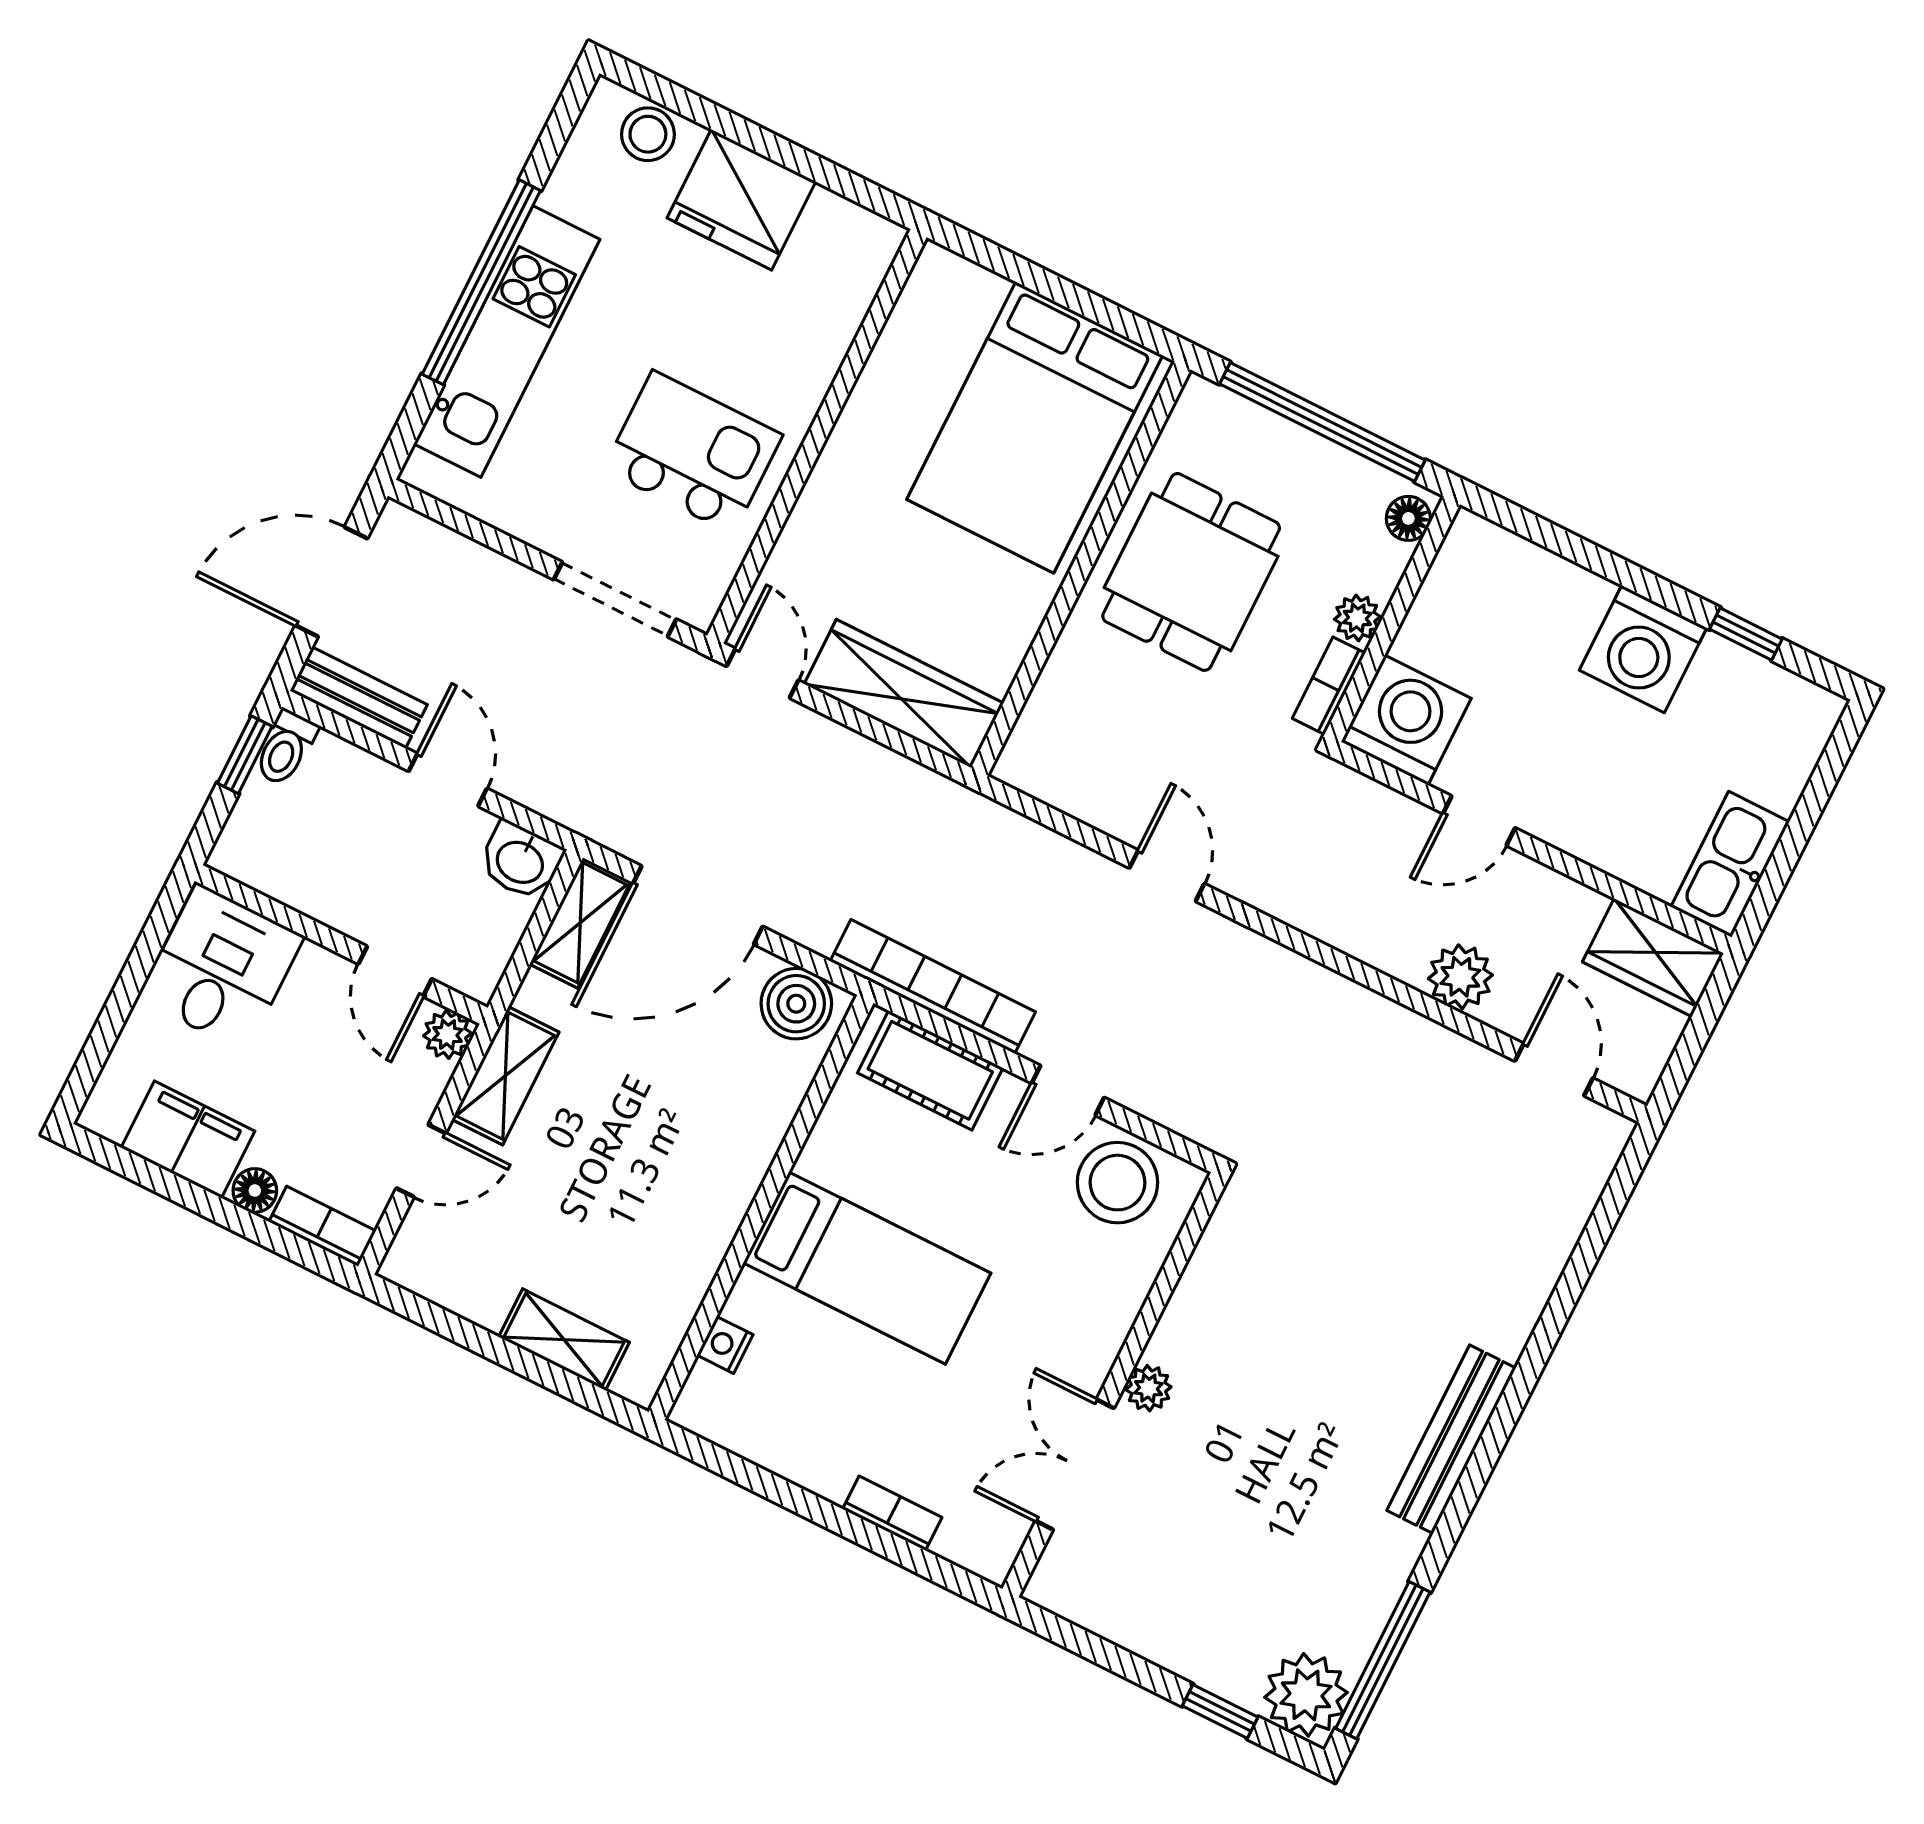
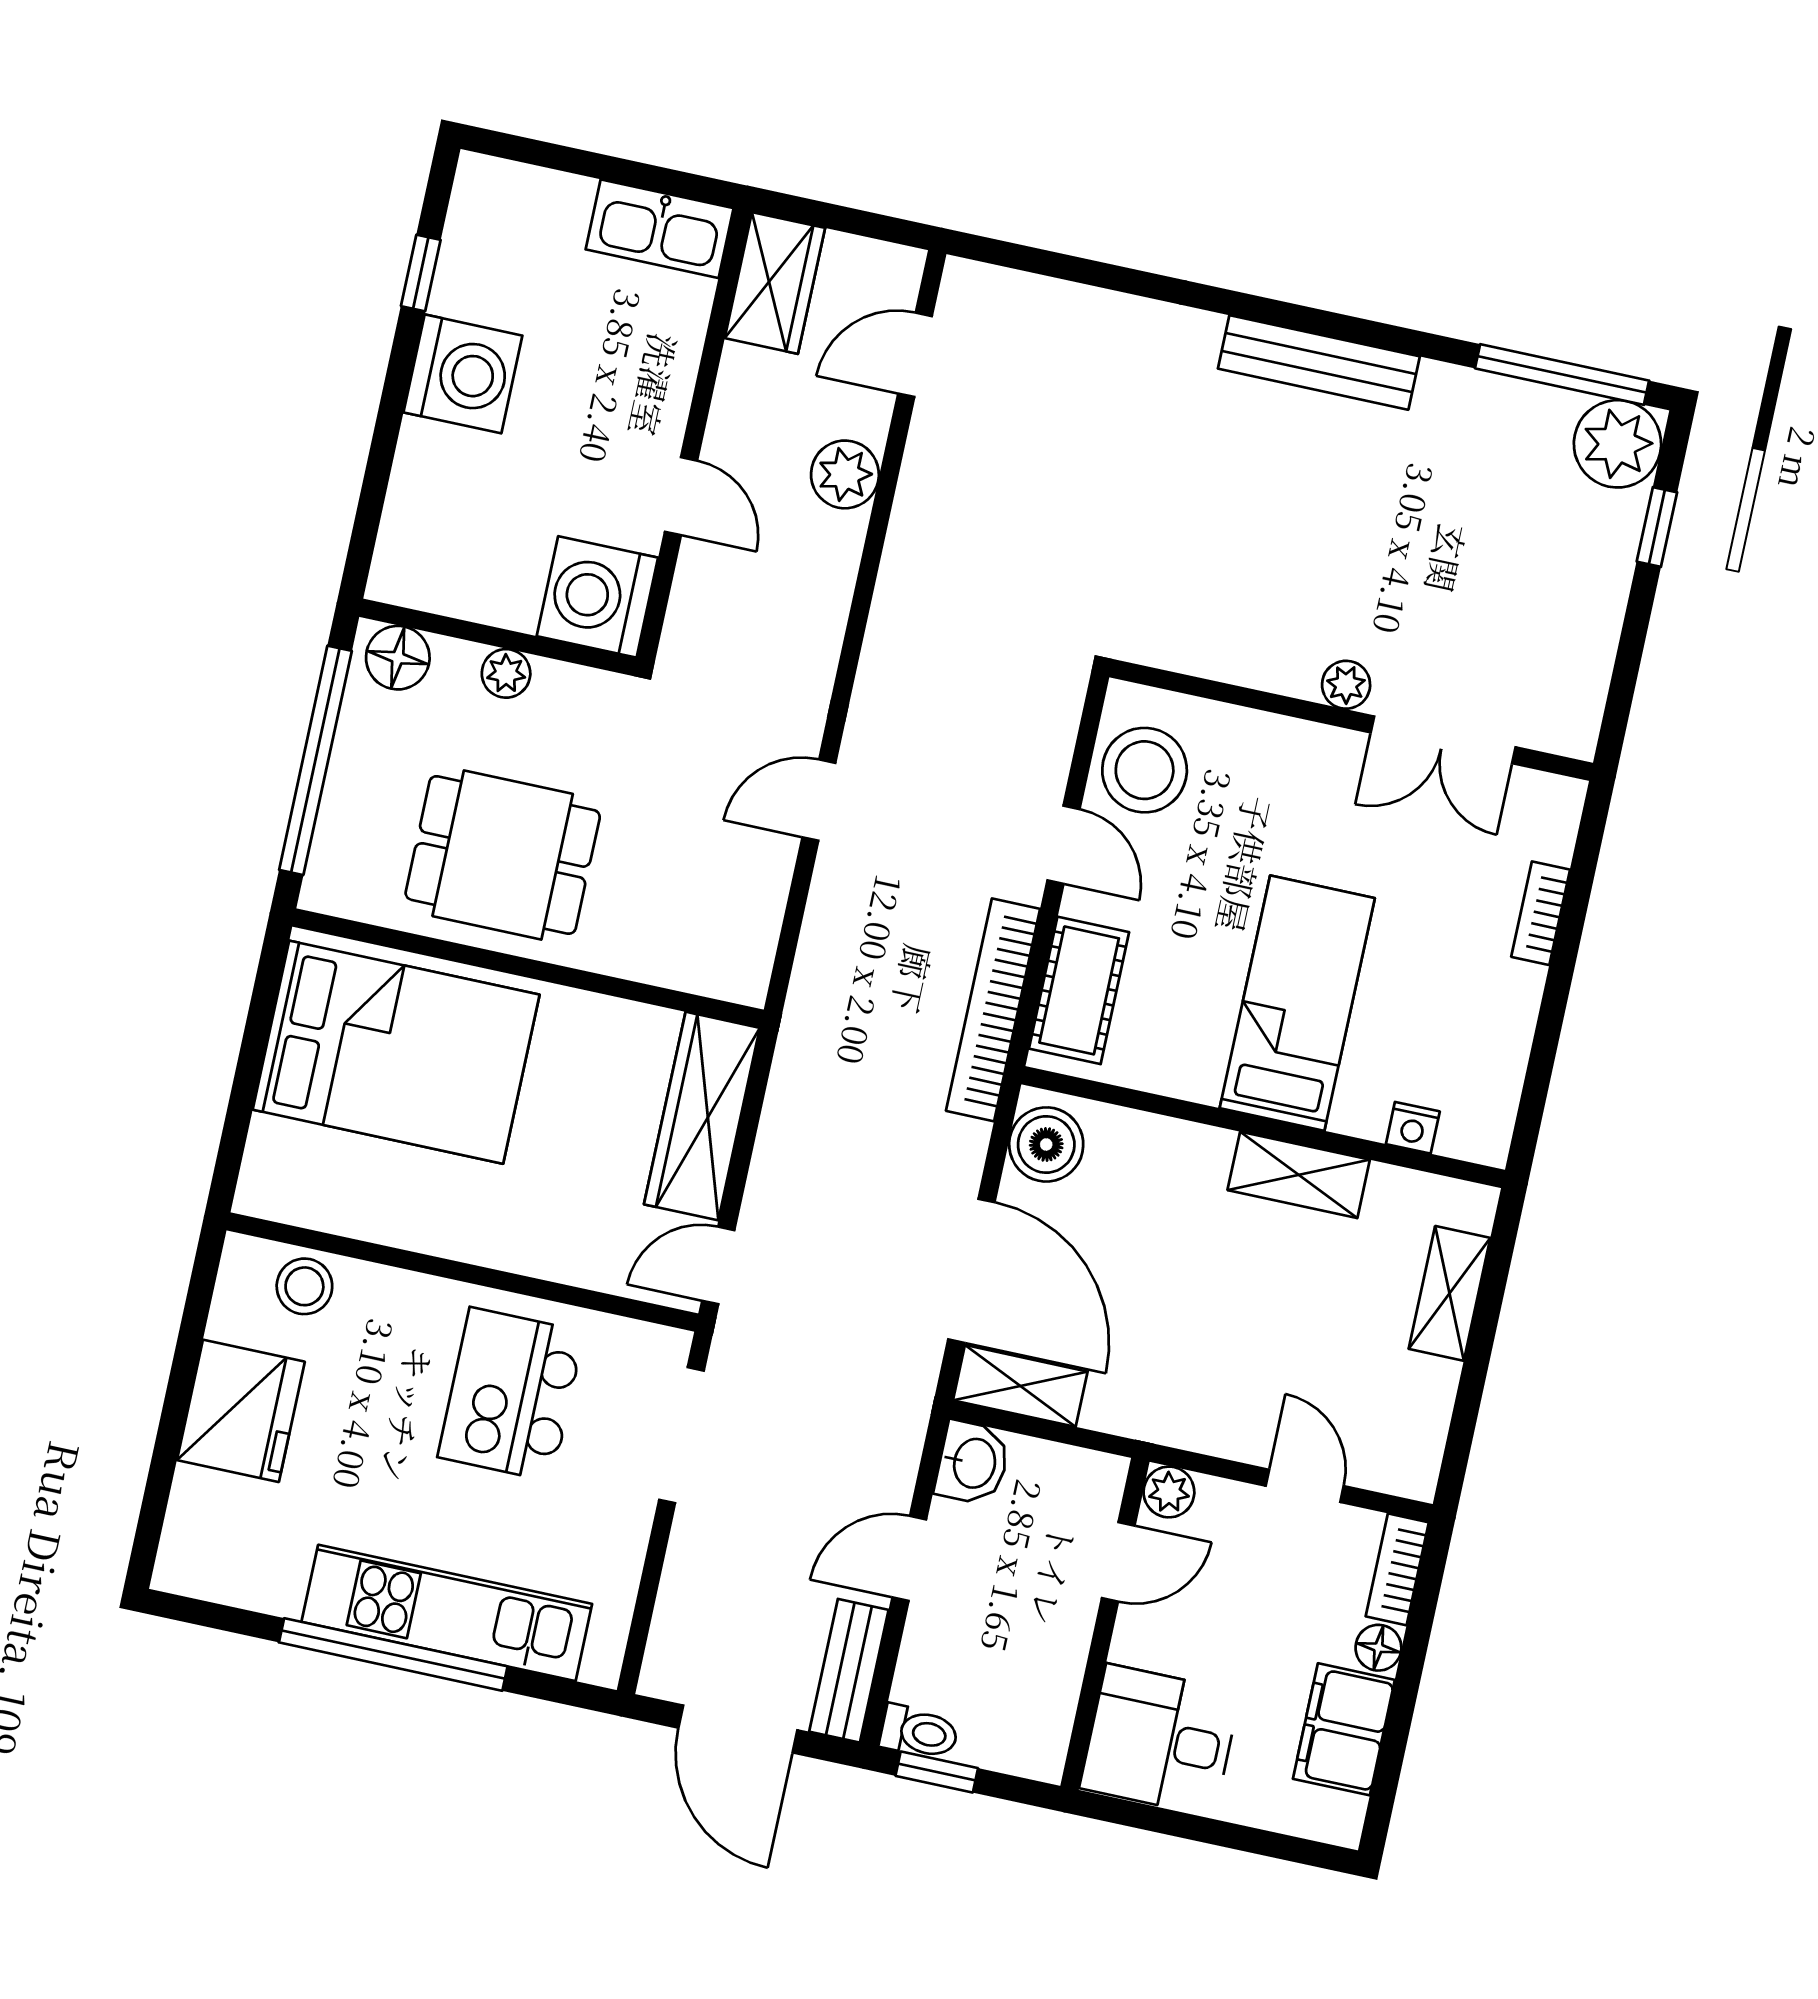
stool: (648, 134) -> (304, 1286), moved
floor lamp: (1408, 518) -> (398, 658), width x1.37, depth x1.37
bookcase: (1329, 686) -> (583, 685), removed
shelving: (505, 1076) -> (1299, 1175), moved

